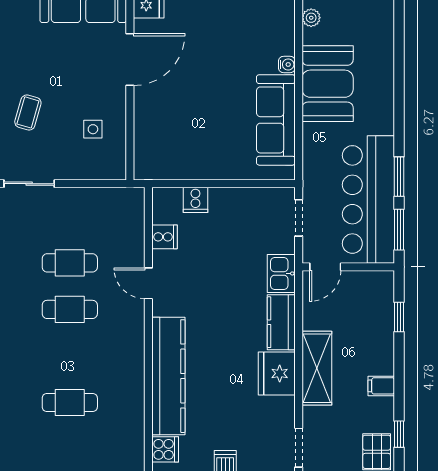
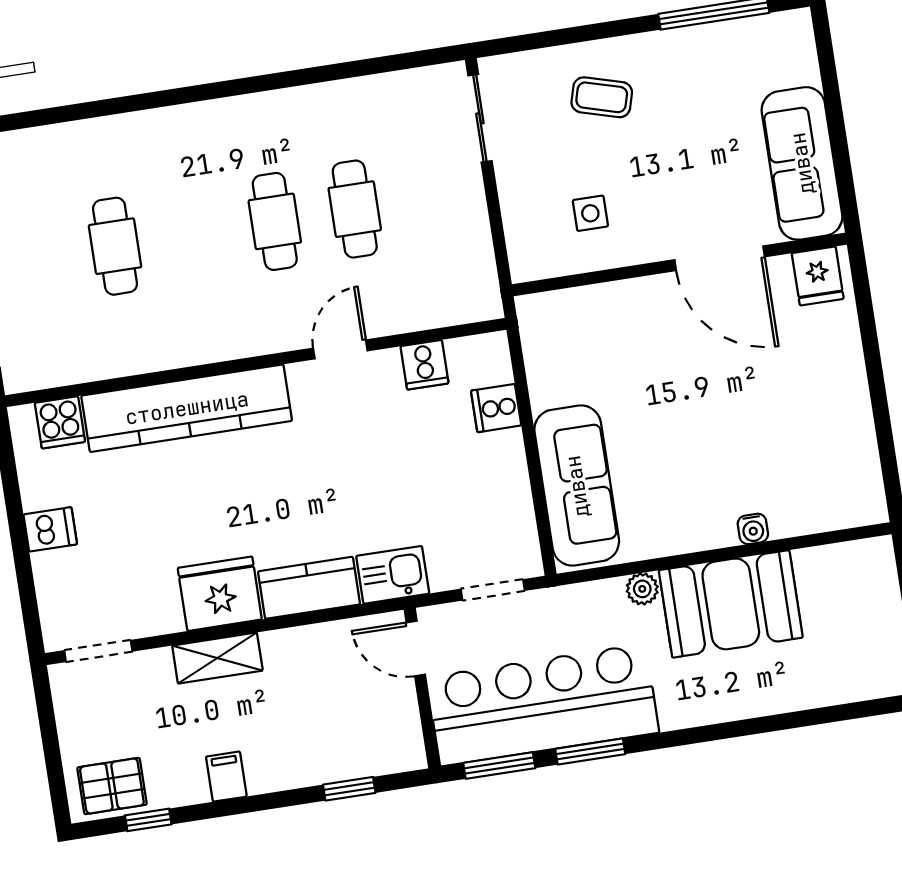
plant: (311, 18) -> (642, 589), moved
sofa: (276, 120) -> (577, 486), moved, turned 90
shelving: (317, 368) -> (217, 658), width x0.67, depth x0.75

